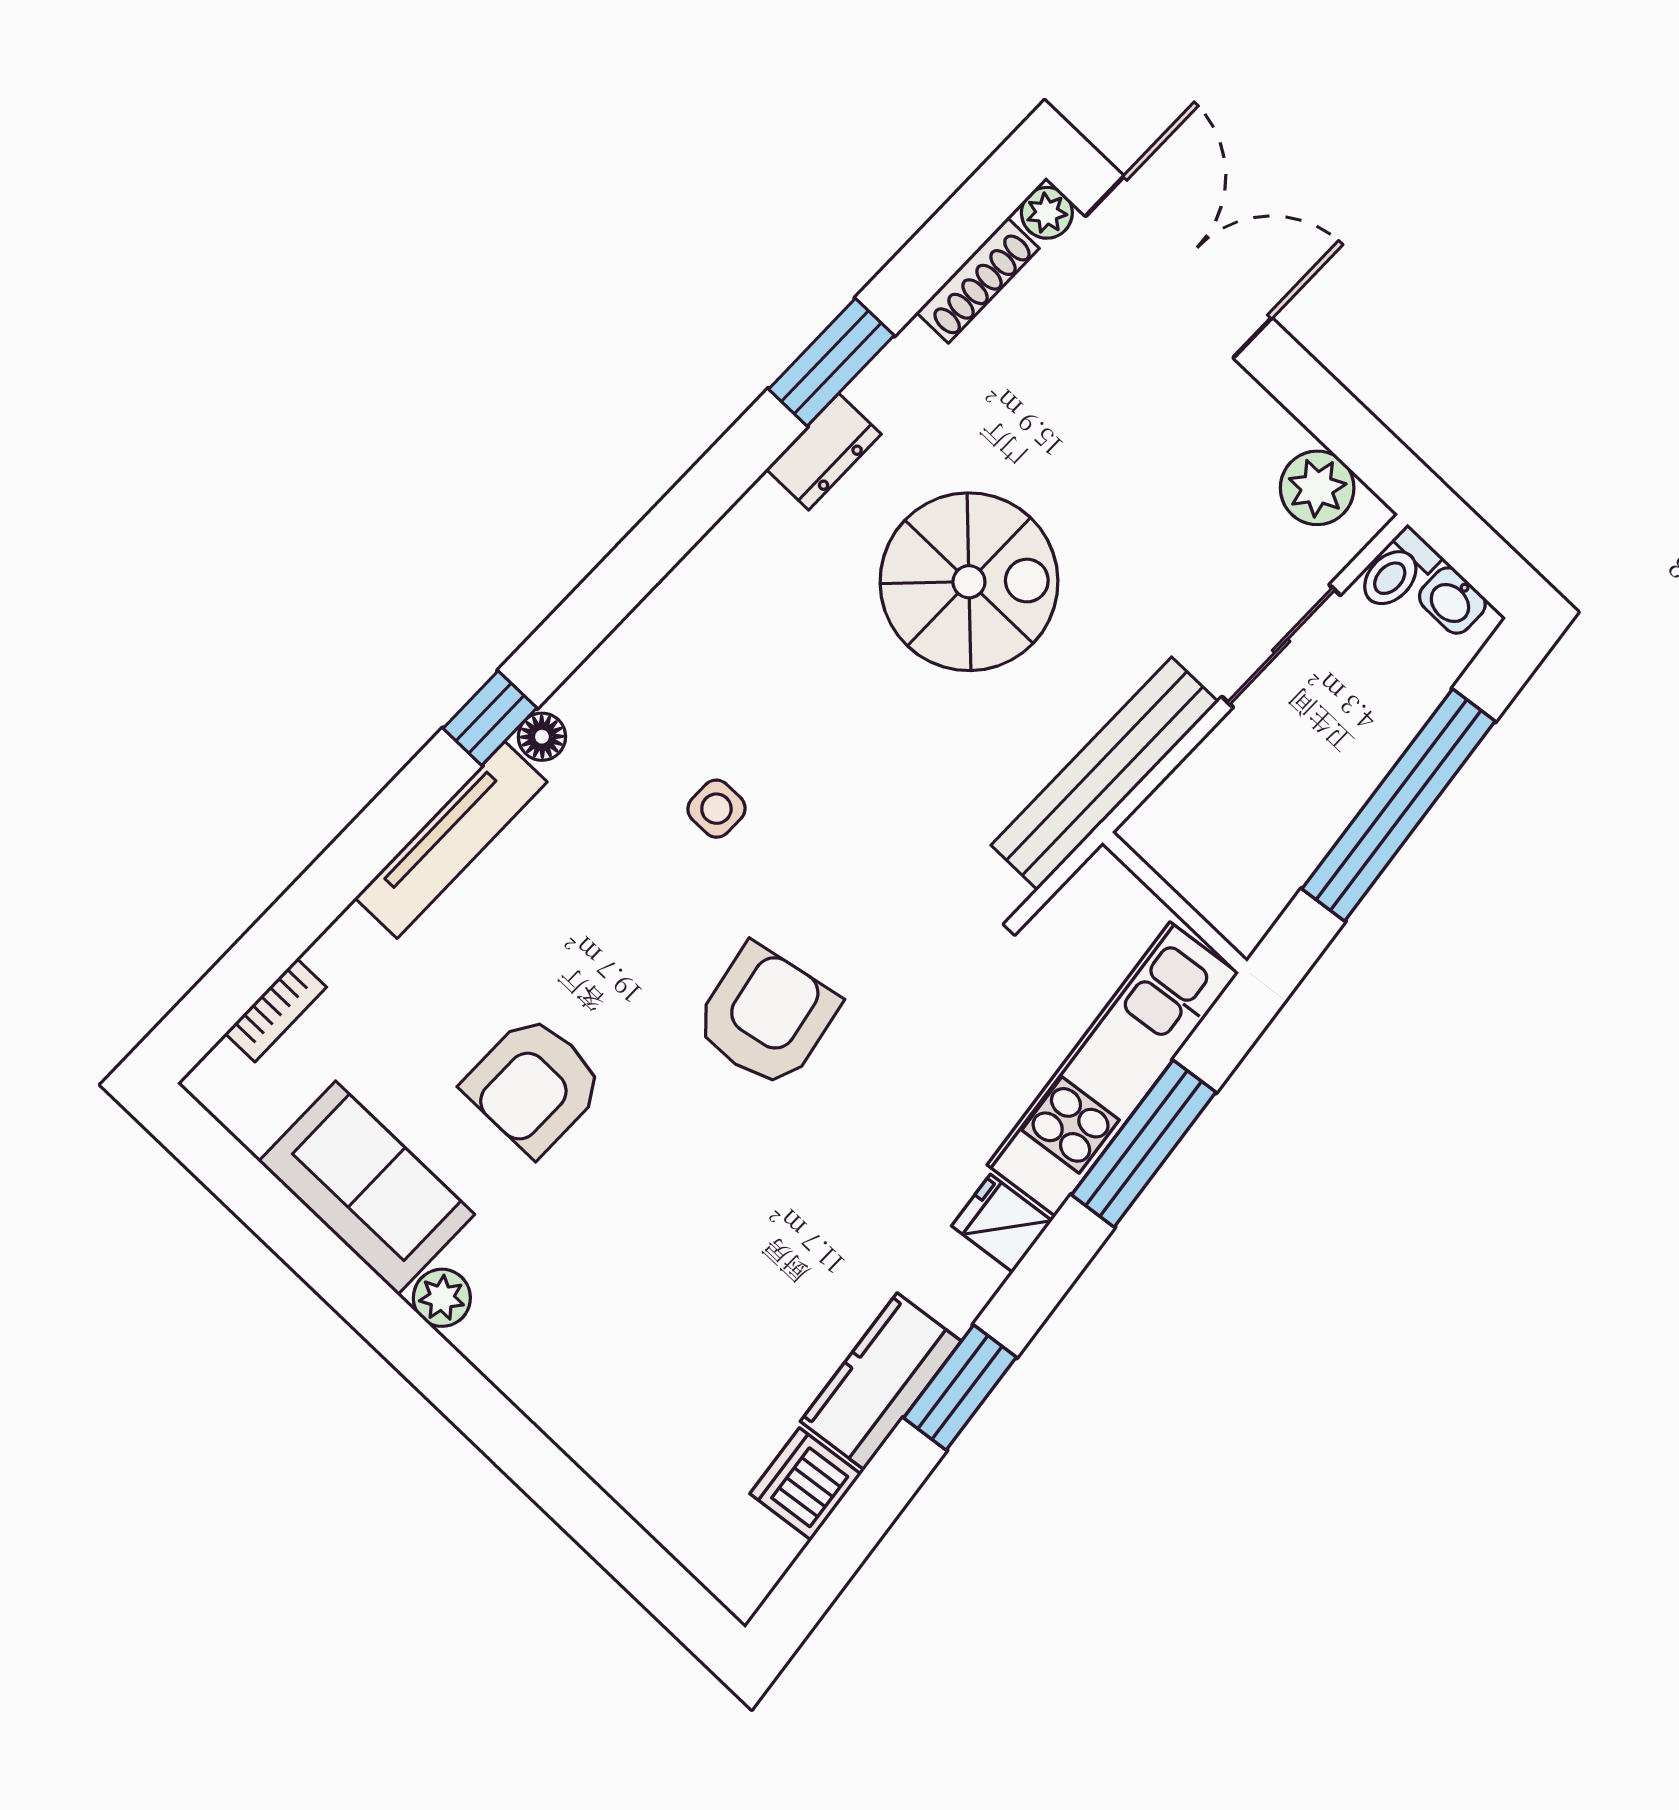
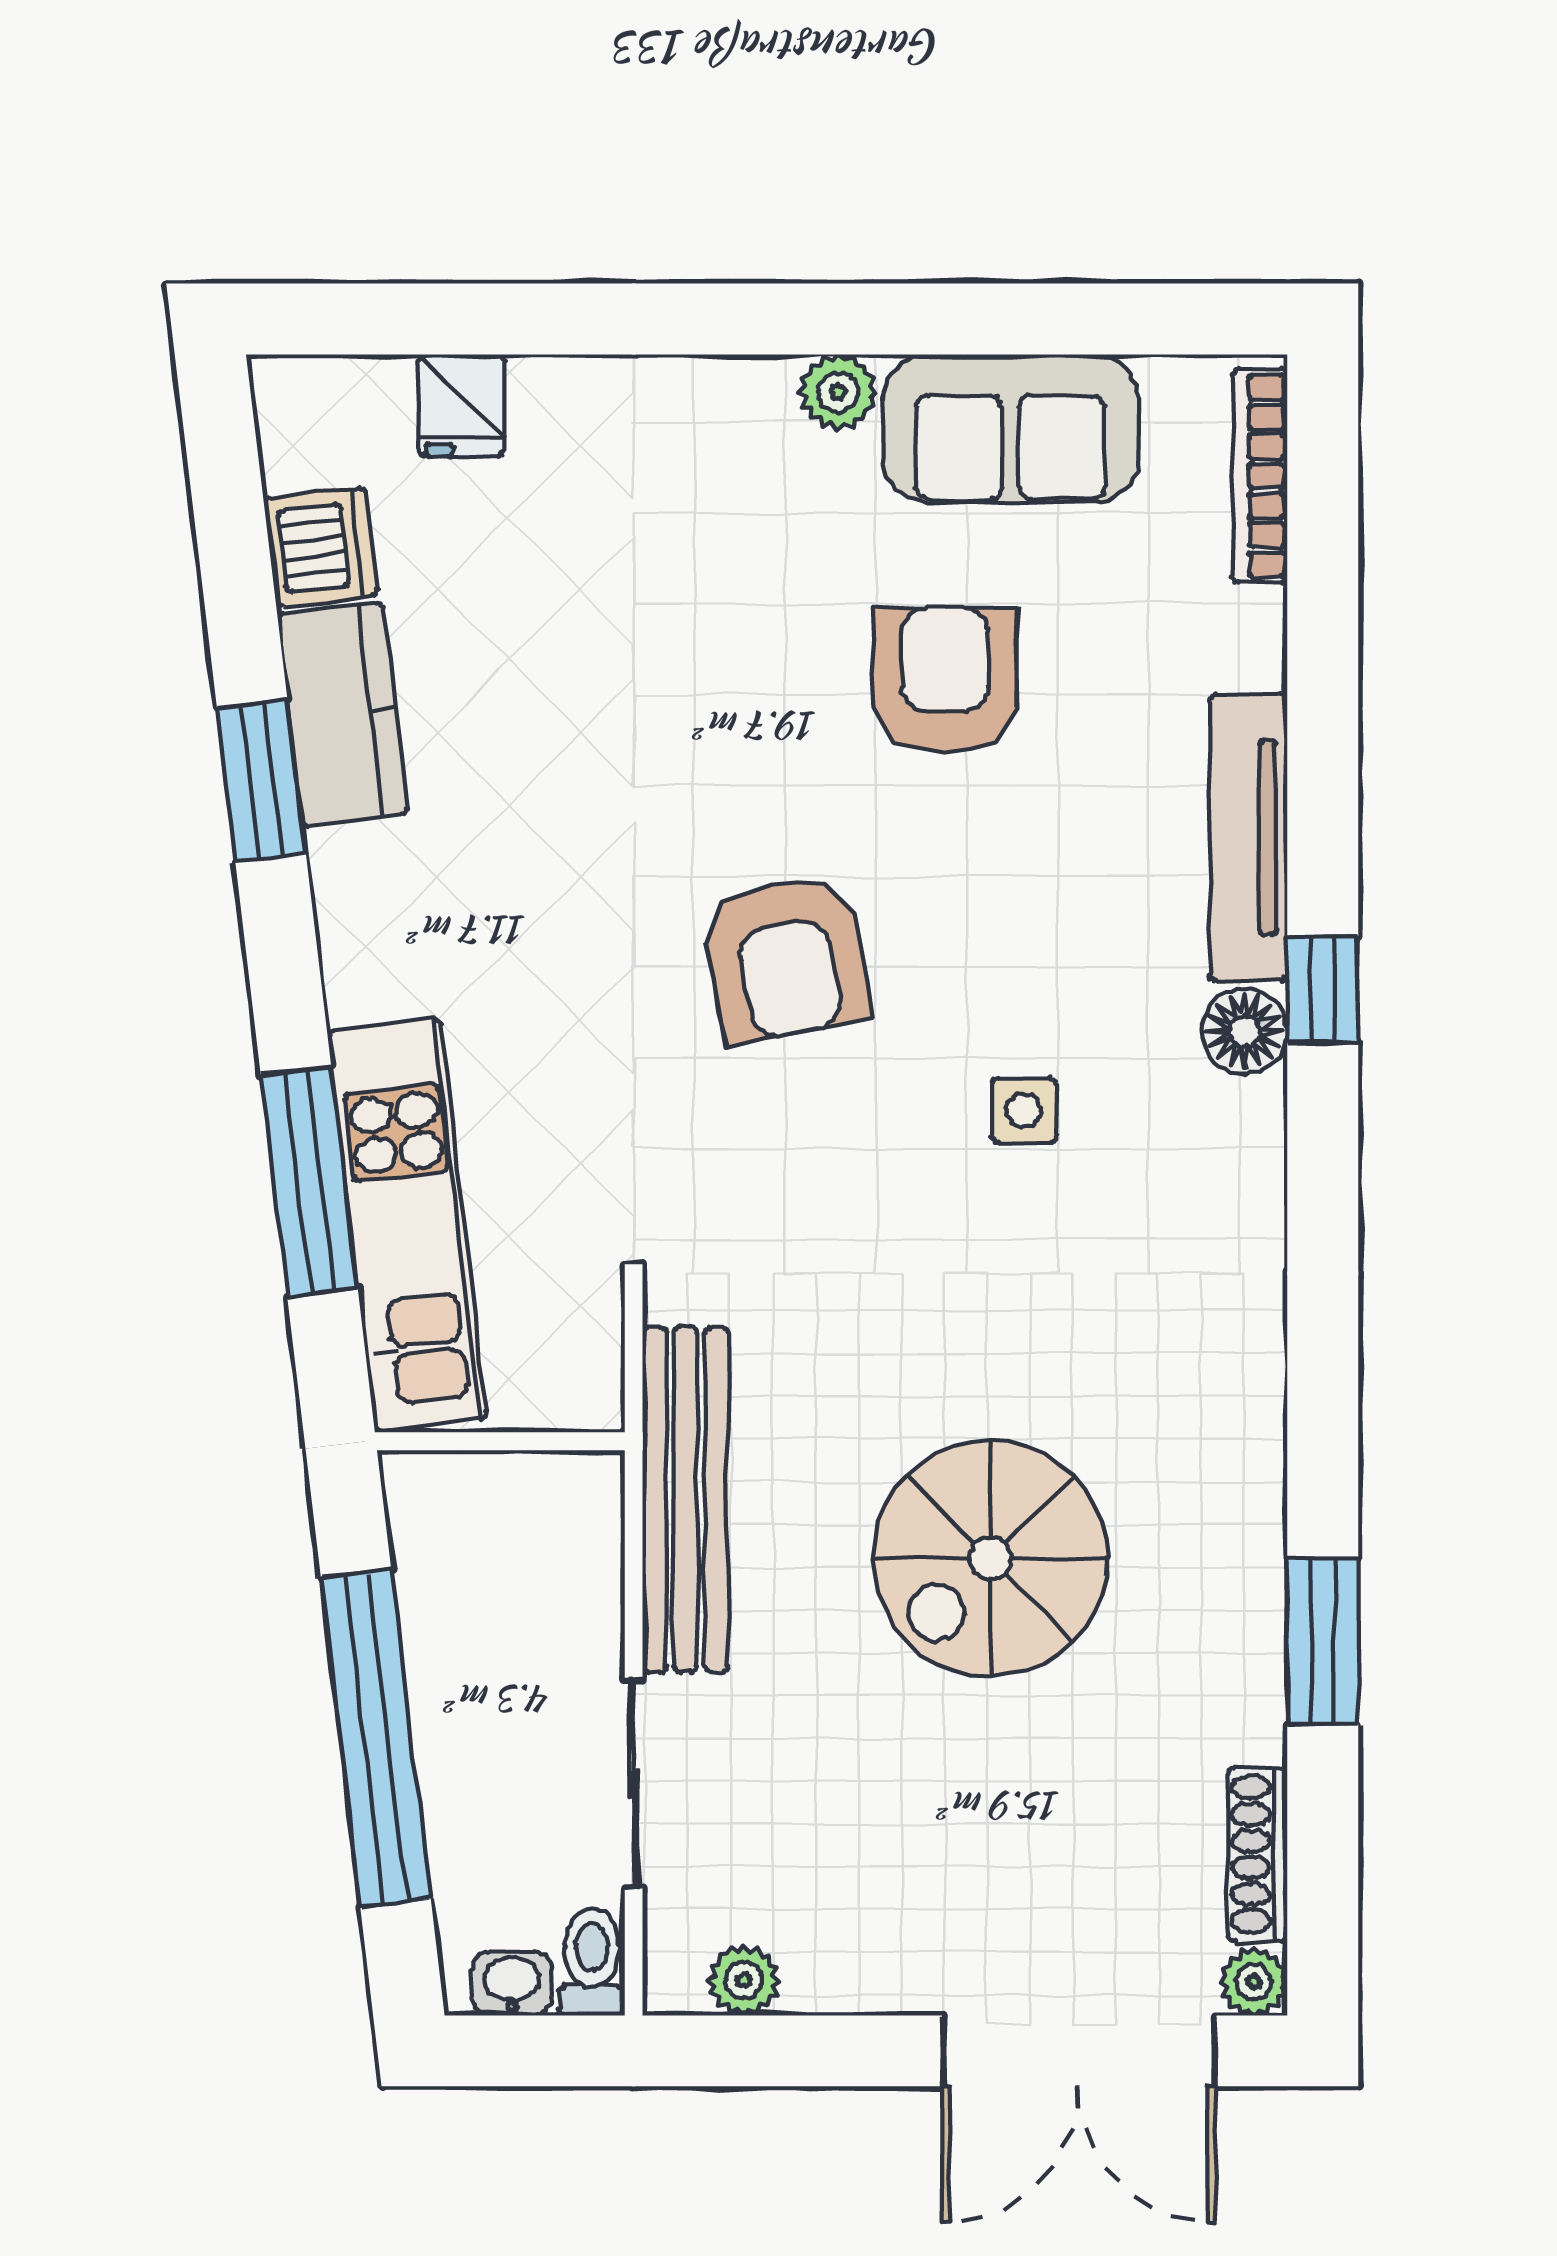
dresser: (824, 452) -> (1248, 1550), removed
plant: (1317, 488) -> (744, 1980), width x0.73, depth x0.73
floor lamp: (542, 737) -> (1245, 1031), width x1.37, depth x1.37
bookcase: (276, 1010) -> (1260, 476), width x1.56
fridge: (1002, 1223) -> (461, 405), moved, turned 97

